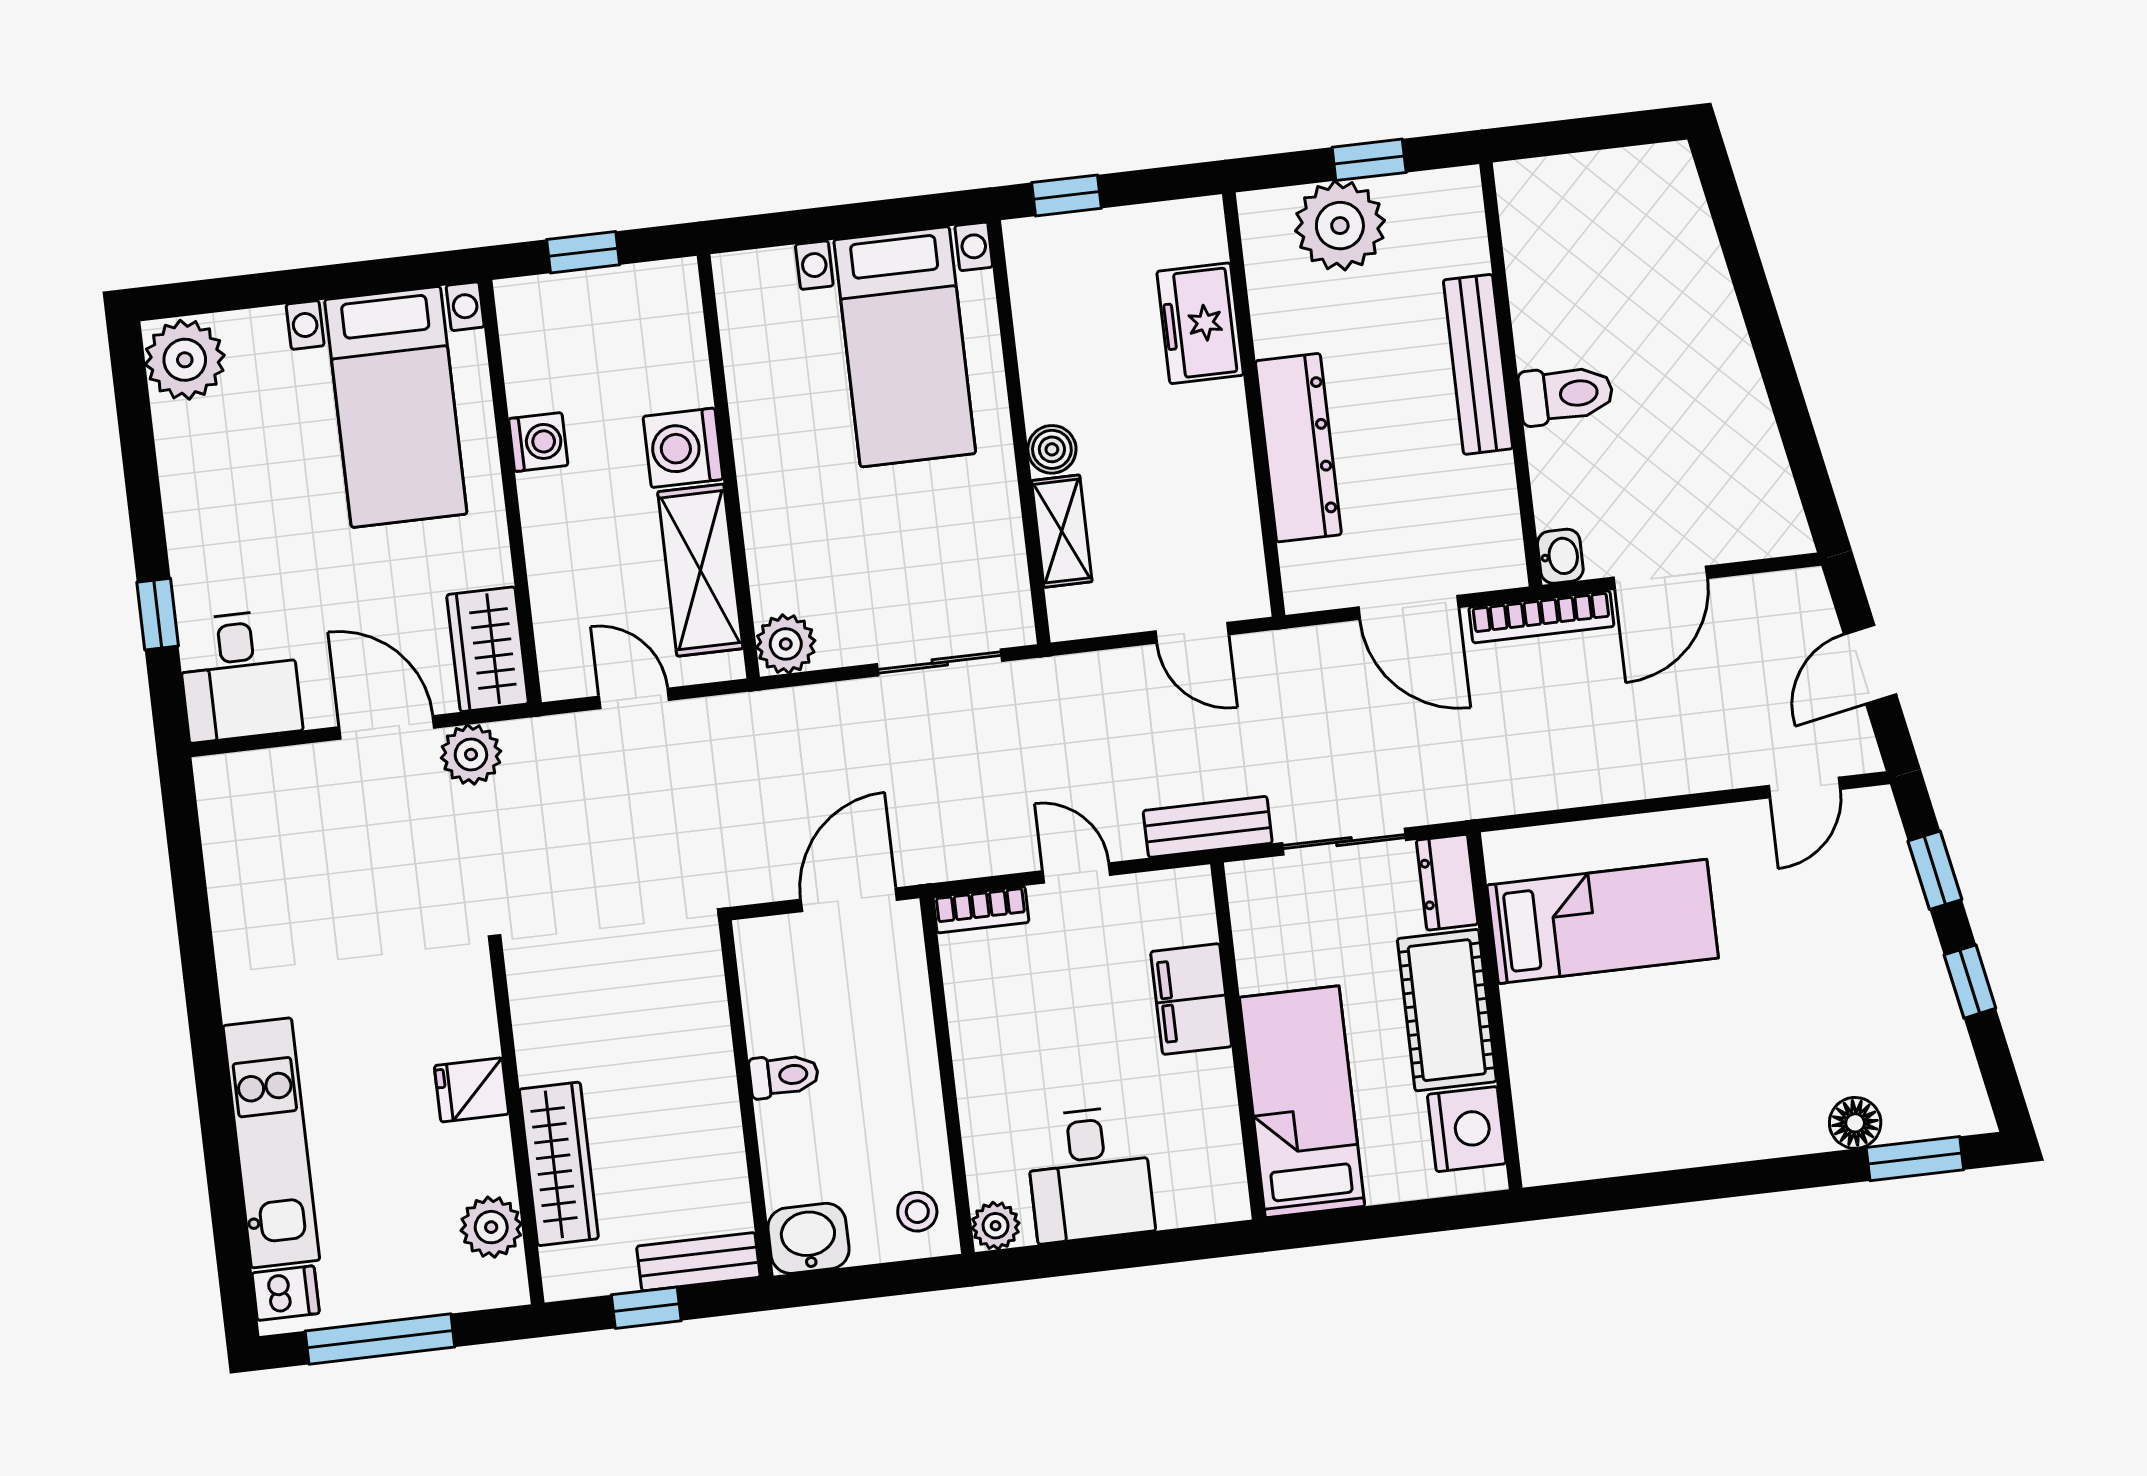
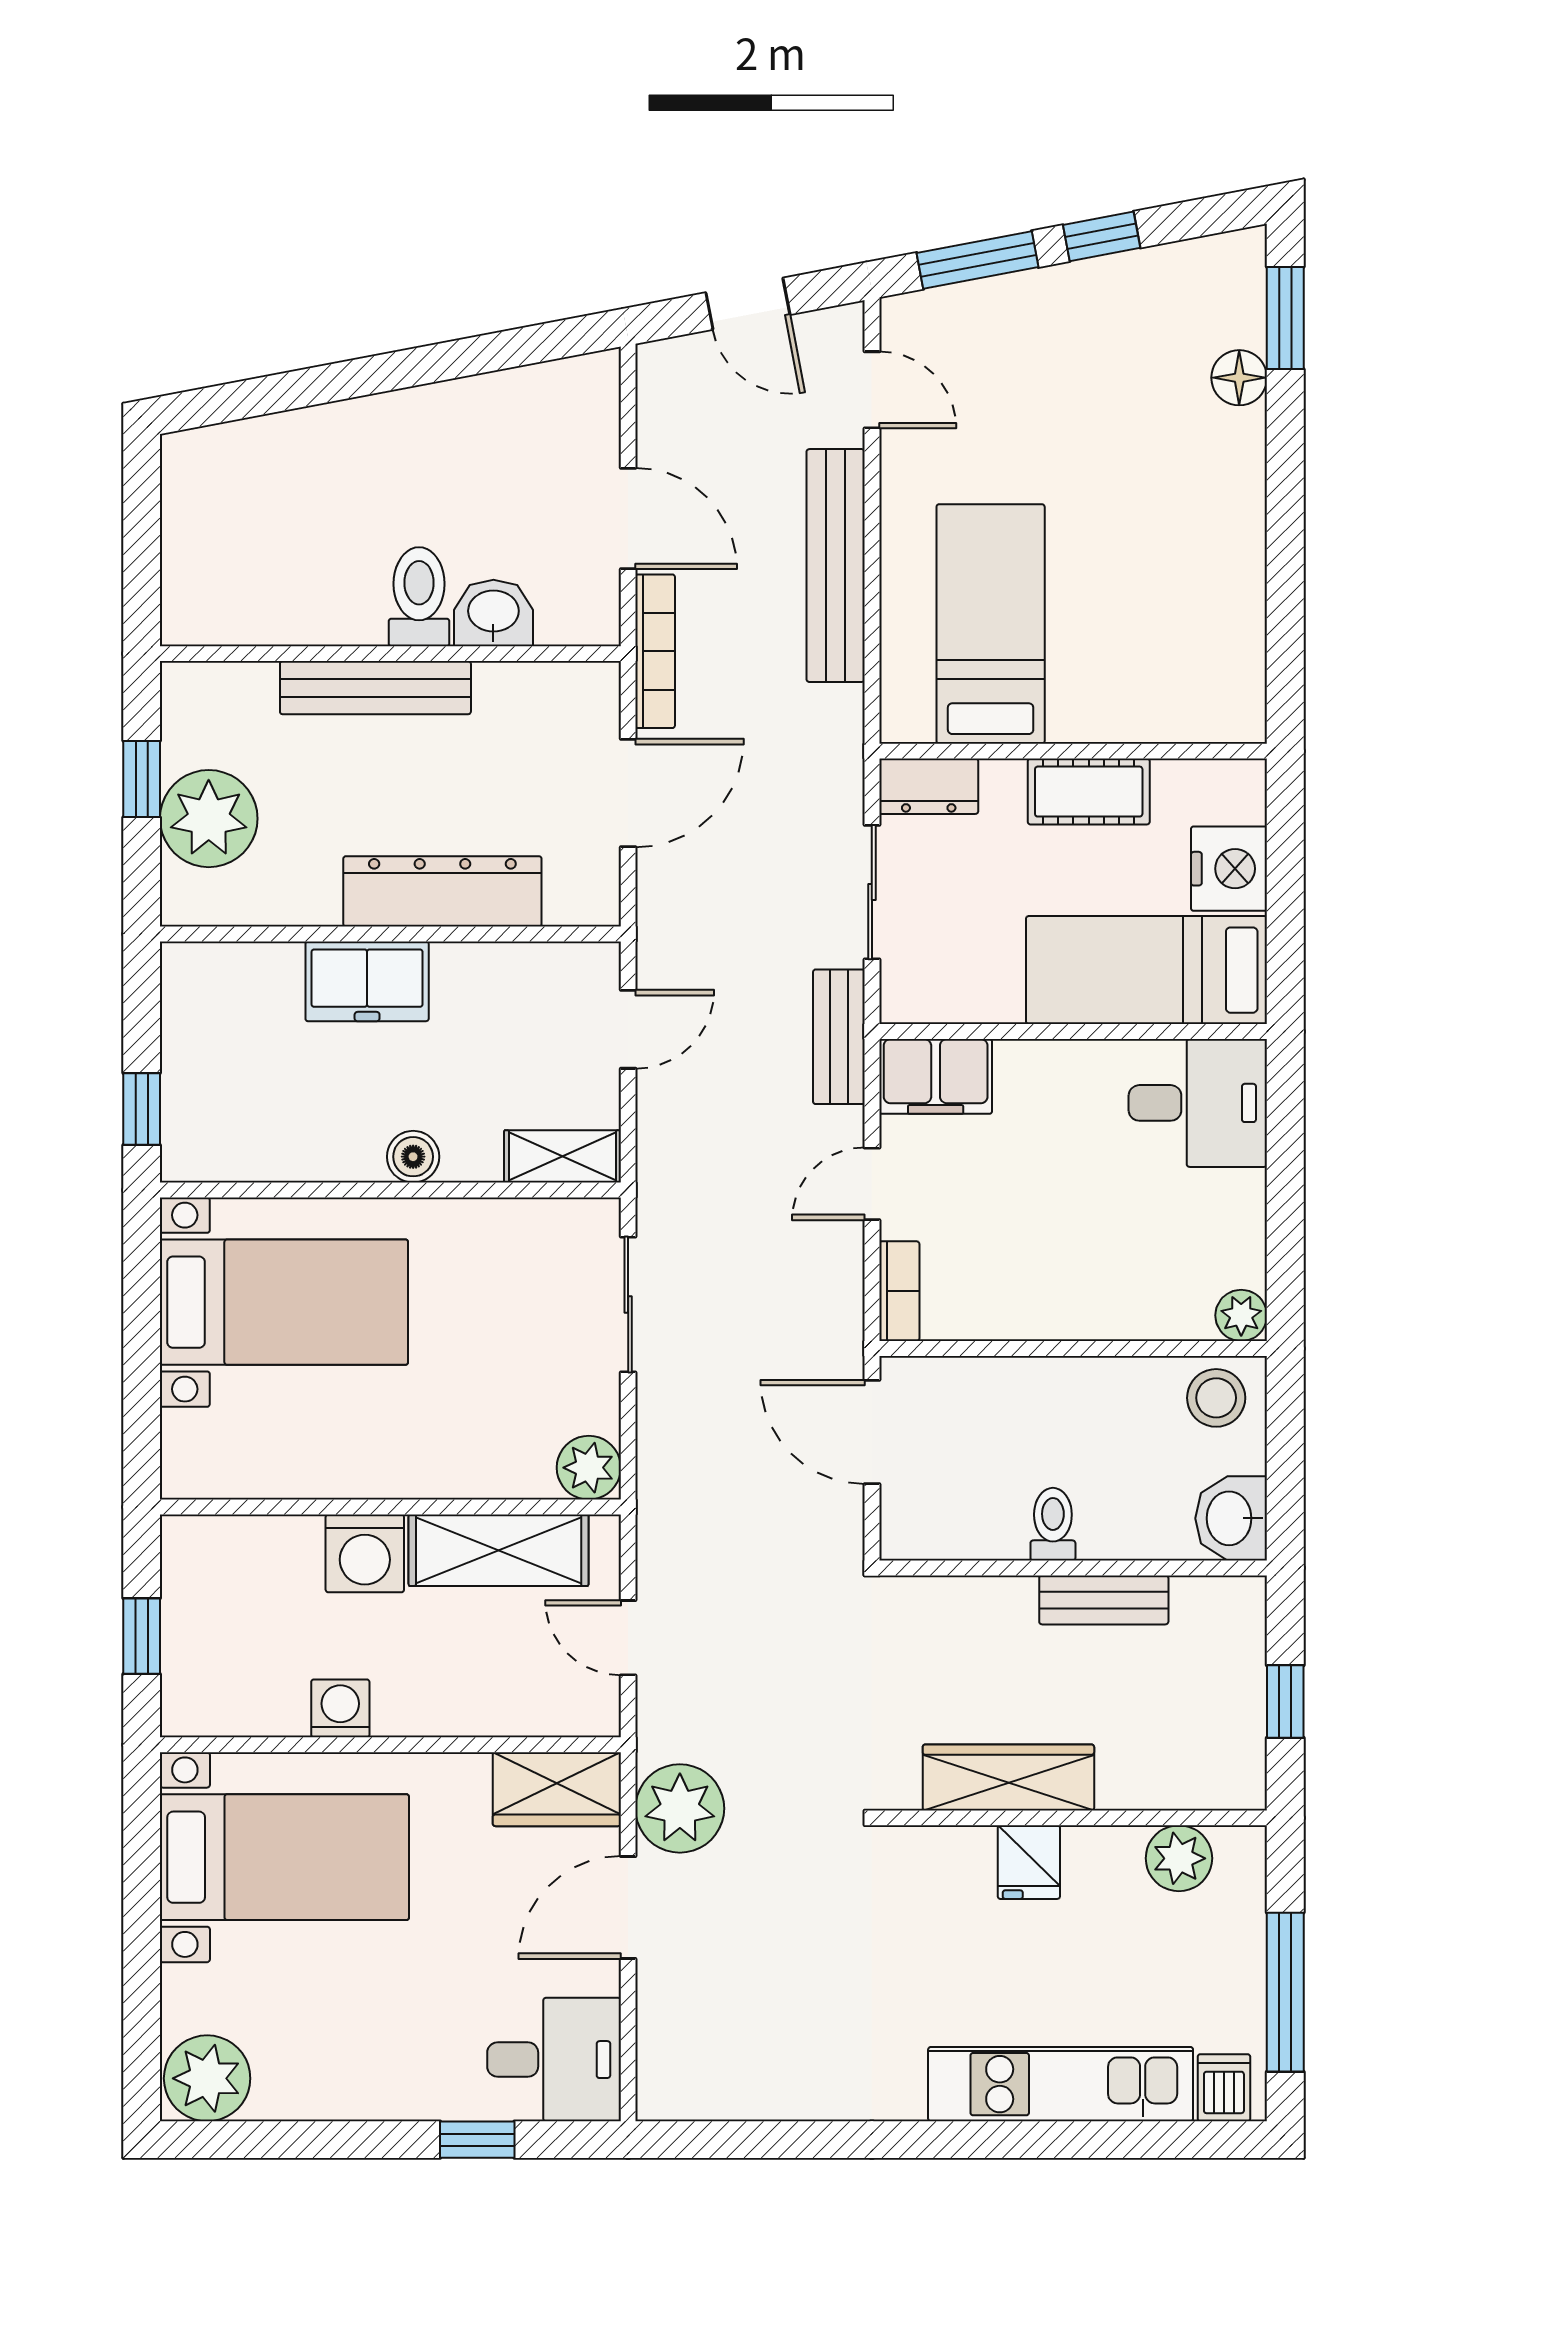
freezer: (1200, 323) -> (367, 981), moved
shelving: (1062, 531) -> (562, 1156), moved
washbasin: (1560, 556) -> (493, 613), moved, width x1.38, depth x1.45
door: (634, 698) -> (628, 1638), hinge flipped
plant: (471, 754) -> (680, 1808), width x1.36, depth x1.36
bench: (1639, 773) -> (836, 566), added
window: (1935, 870) -> (978, 260), width x1.50
filing cabinet: (1191, 999) -> (936, 1076), moved
cot: (1447, 1010) -> (1089, 792), width x0.73, depth x0.75
nightstand: (1467, 1129) -> (1229, 869), moved, turned 90
wardrobe: (559, 1164) -> (1008, 1777), moved
desk: (1090, 1174) -> (1198, 1103), moved
stool: (917, 1212) -> (1216, 1398), width x1.37, depth x1.37
bench: (698, 1262) -> (1104, 1600), moved, turned 90

